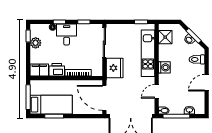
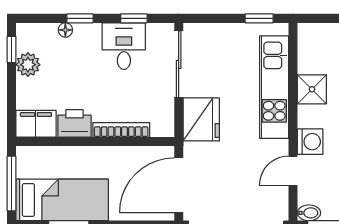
desk: (67, 34) -> (124, 46), moved
shower: (165, 37) -> (312, 89), moved
washing machine: (164, 67) -> (310, 142), moved
door: (104, 98) -> (179, 185), hinge flipped

